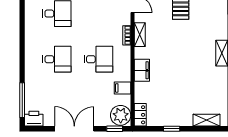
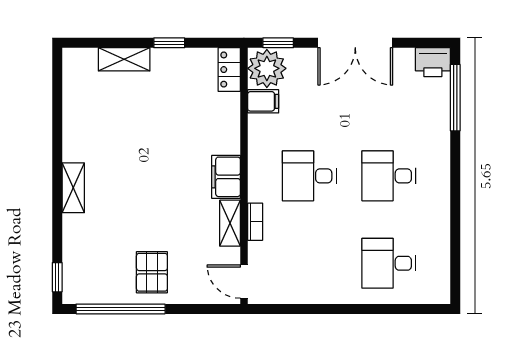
filing cabinet: (142, 70) -> (226, 177), moved
filing cabinet: (123, 88) -> (263, 101), moved
shelving: (206, 120) -> (124, 59), moved

